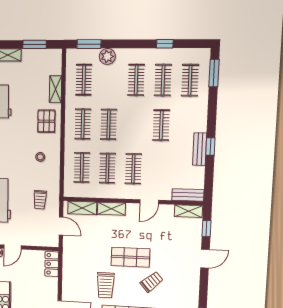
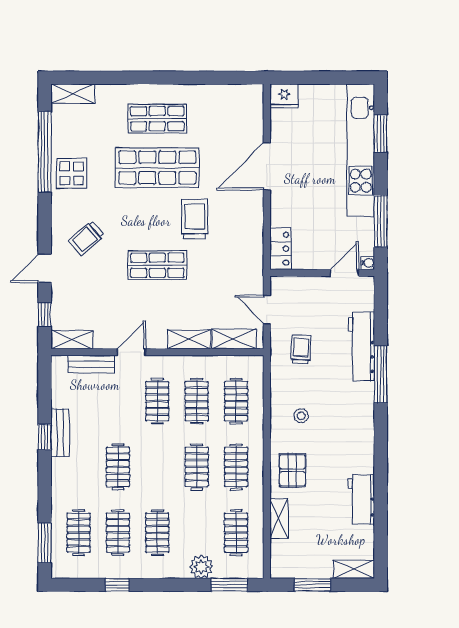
bench: (188, 195) -> (91, 364), moved
trolley: (152, 282) -> (86, 238), moved

